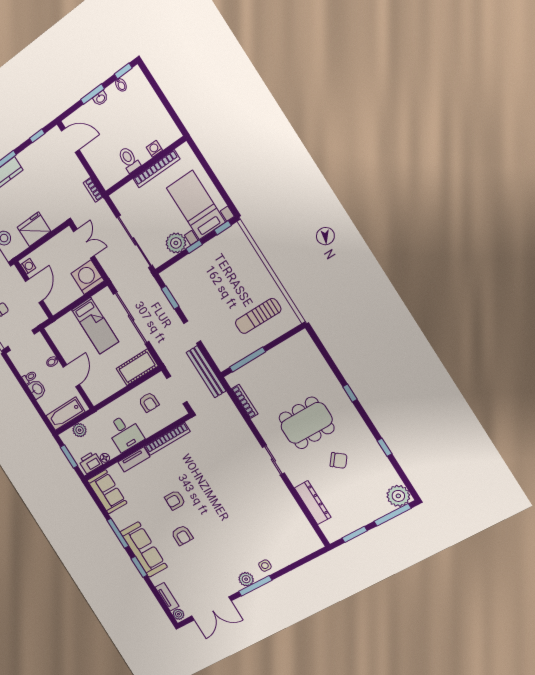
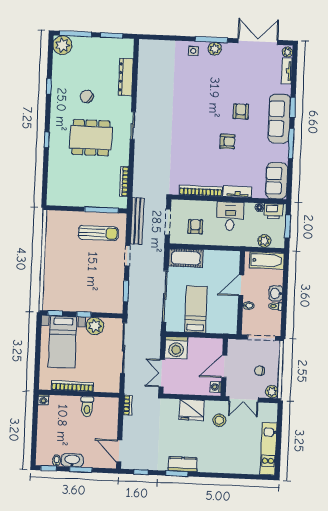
washbasin: (100, 98) -> (72, 460), width x1.91, depth x1.45
washing machine: (154, 149) -> (43, 400), moved
sun lounger: (258, 316) -> (98, 233), moved

